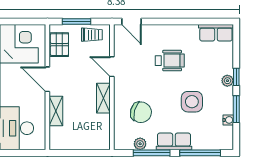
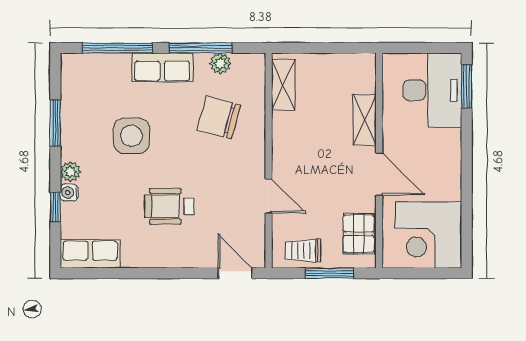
window: (236, 77) -> (55, 207), moved
shelving: (103, 98) -> (283, 85), moved
water cooler: (228, 120) -> (69, 193), moved

